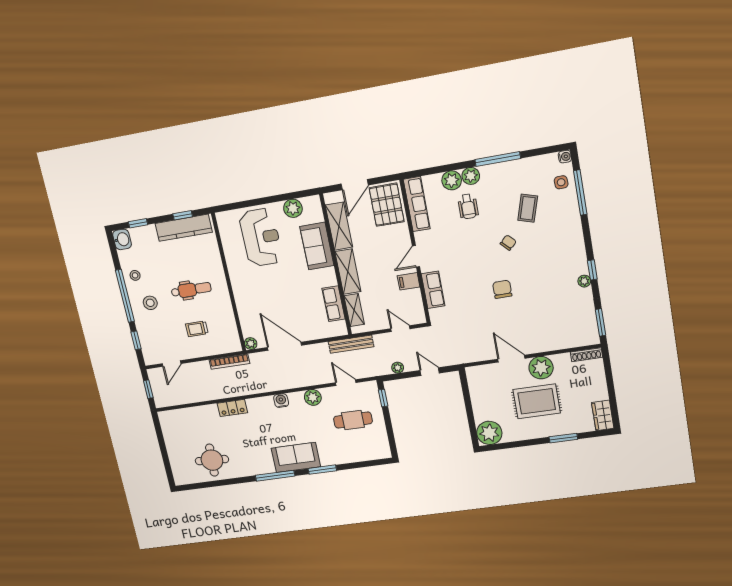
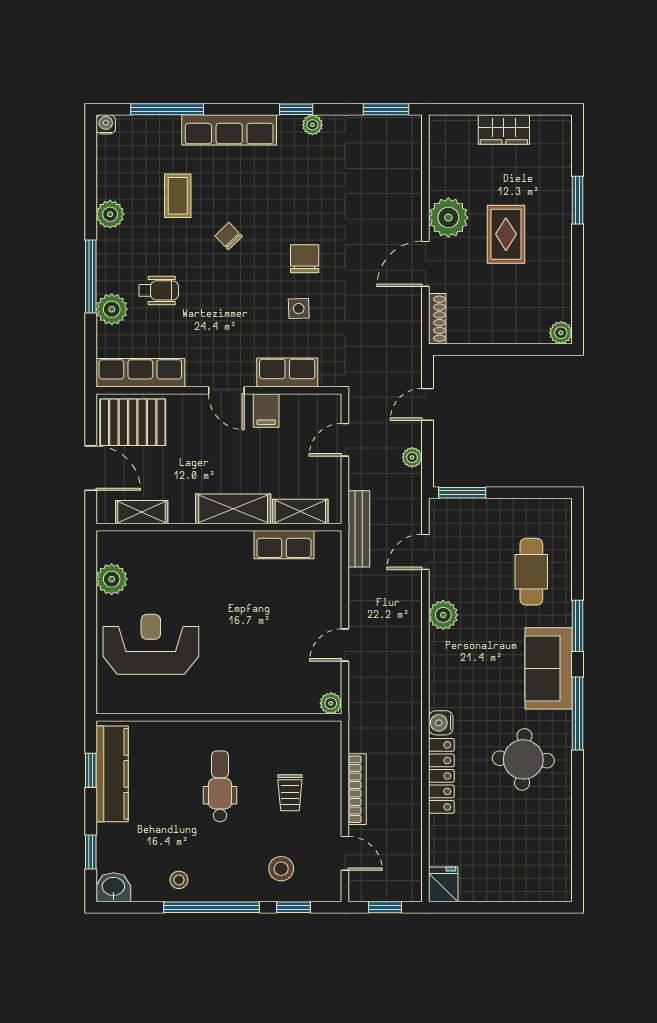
window: (498, 159) -> (91, 277), moved
plant: (471, 176) -> (110, 214), moved
side table: (561, 182) -> (299, 309), moved
coffee table: (528, 208) -> (178, 196), turned 73
shelving: (339, 226) -> (142, 512), width x0.67, depth x0.75
row of seats: (573, 232) -> (229, 130), added
sofa: (317, 246) -> (181, 552), removed
chair: (502, 289) -> (305, 259), turned 90
stool: (150, 303) -> (281, 869), moved
door: (284, 346) -> (345, 645), width x0.53
shoe rack: (586, 355) -> (437, 319), moved
bookcase: (229, 362) -> (357, 789), moved
window: (383, 398) -> (462, 493), width x1.50
water cooler: (281, 401) -> (441, 723), moved
rug: (537, 401) -> (506, 234), width x0.73, depth x0.70
locker: (232, 408) -> (441, 776), width x1.53
wardrobe: (603, 415) -> (504, 129), moved
fridge: (168, 418) -> (443, 884), added
cafe table: (353, 420) -> (531, 572), moved
plant: (489, 433) -> (561, 333), width x0.53, depth x0.53
round table: (212, 460) -> (523, 759), moved

